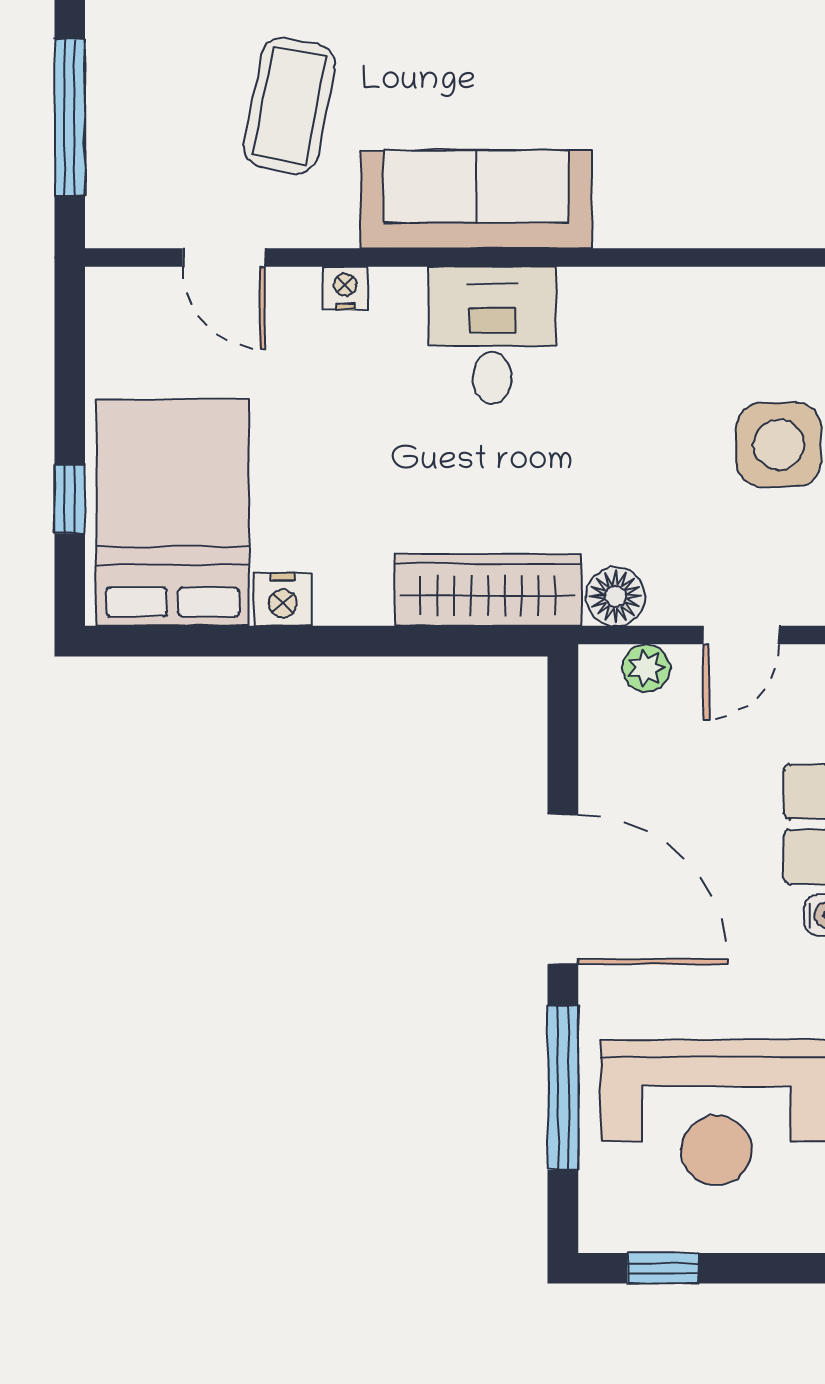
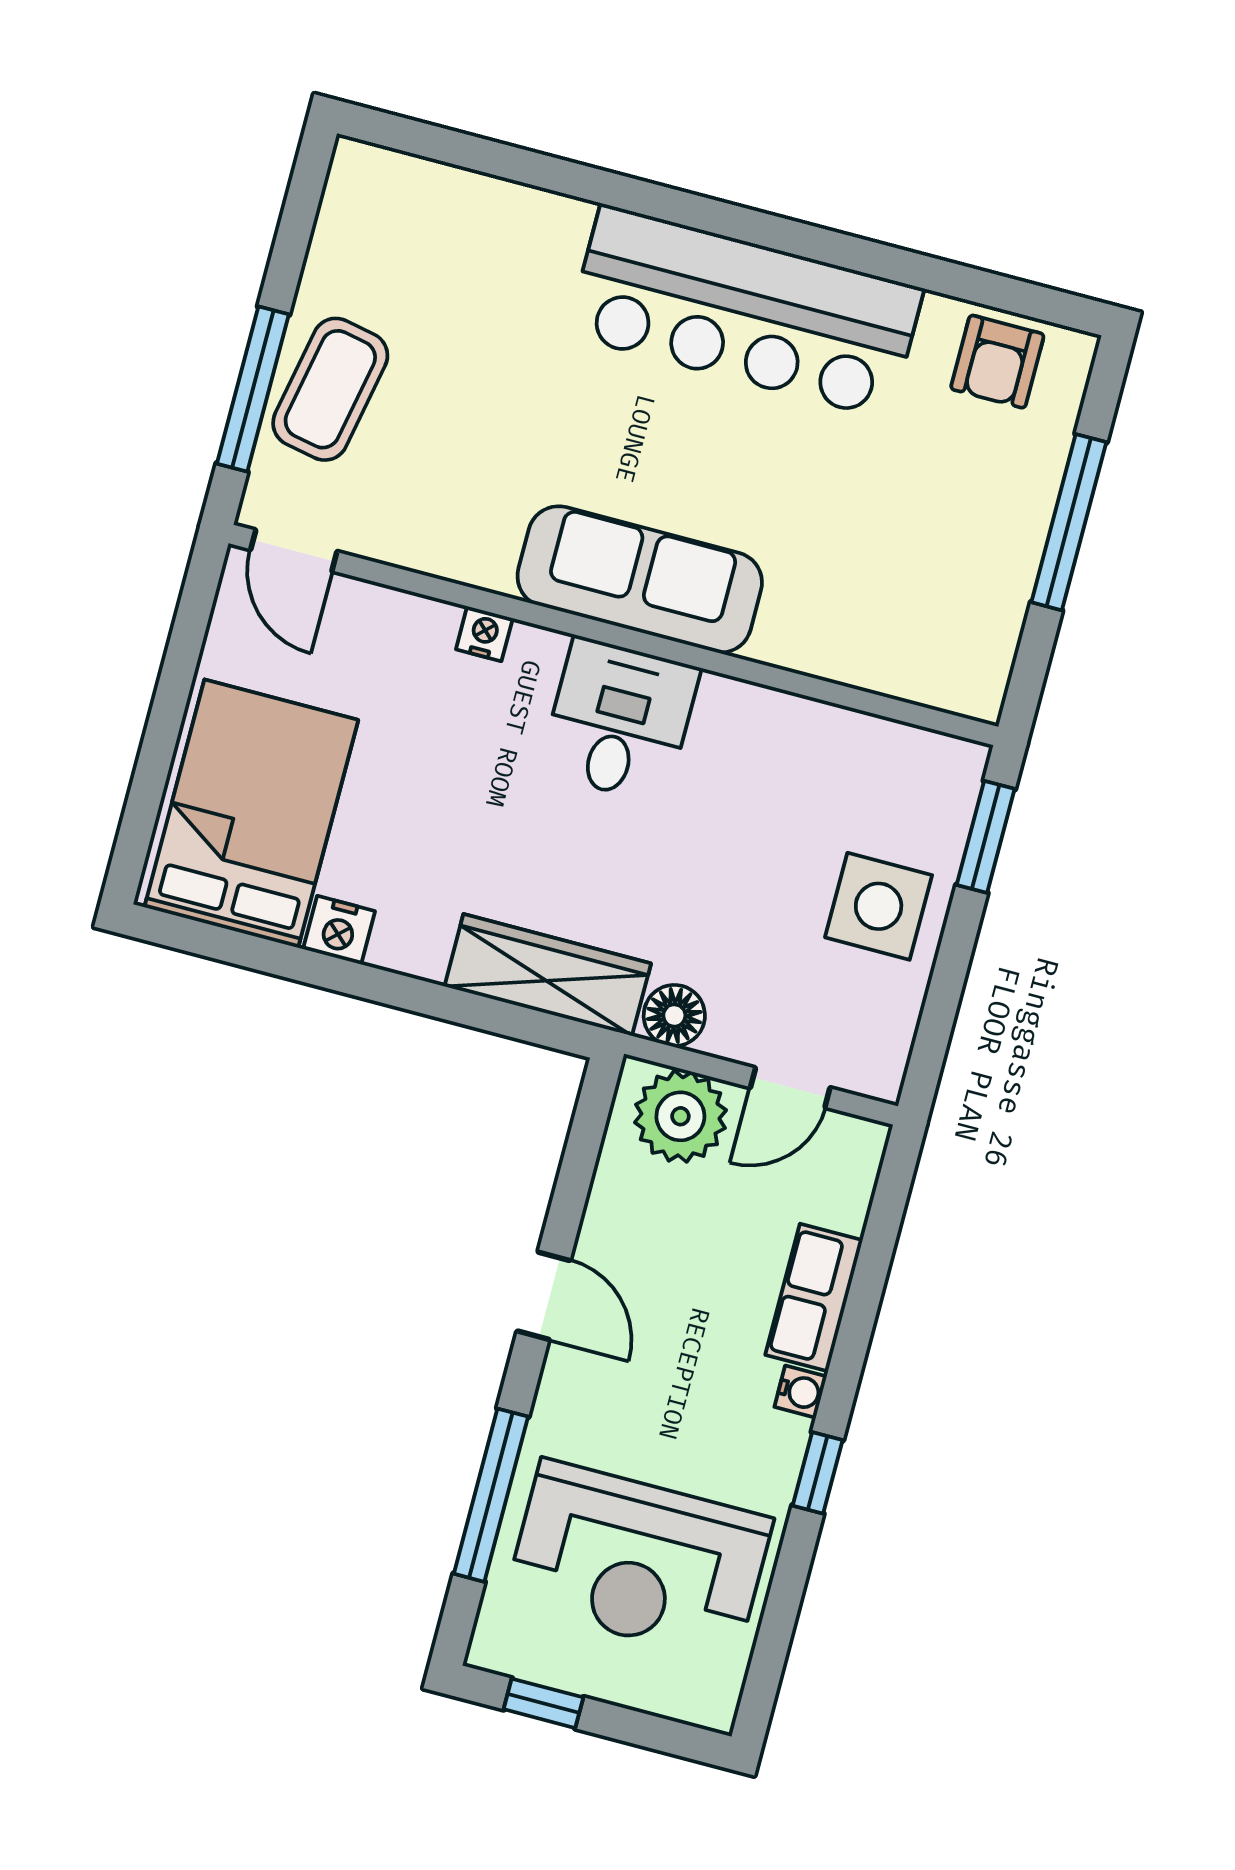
coffee table: (290, 106) -> (330, 389), moved
door: (224, 258) -> (294, 551), moved
window: (70, 499) -> (152, 773), removed
plant: (646, 668) -> (680, 1116), width x1.88, depth x1.88
door: (563, 889) -> (544, 1296), width x0.53

